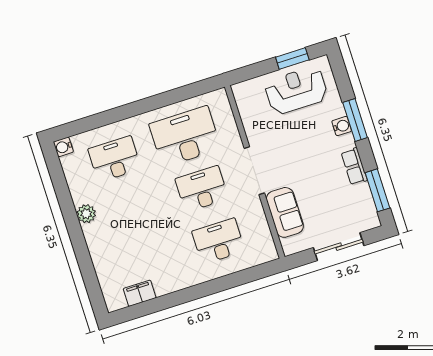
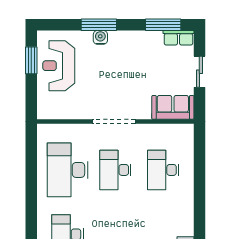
row of seats: (354, 166) -> (178, 38), moved
sofa: (285, 212) -> (173, 107), moved
sliding door: (339, 247) -> (199, 72), width x0.73

